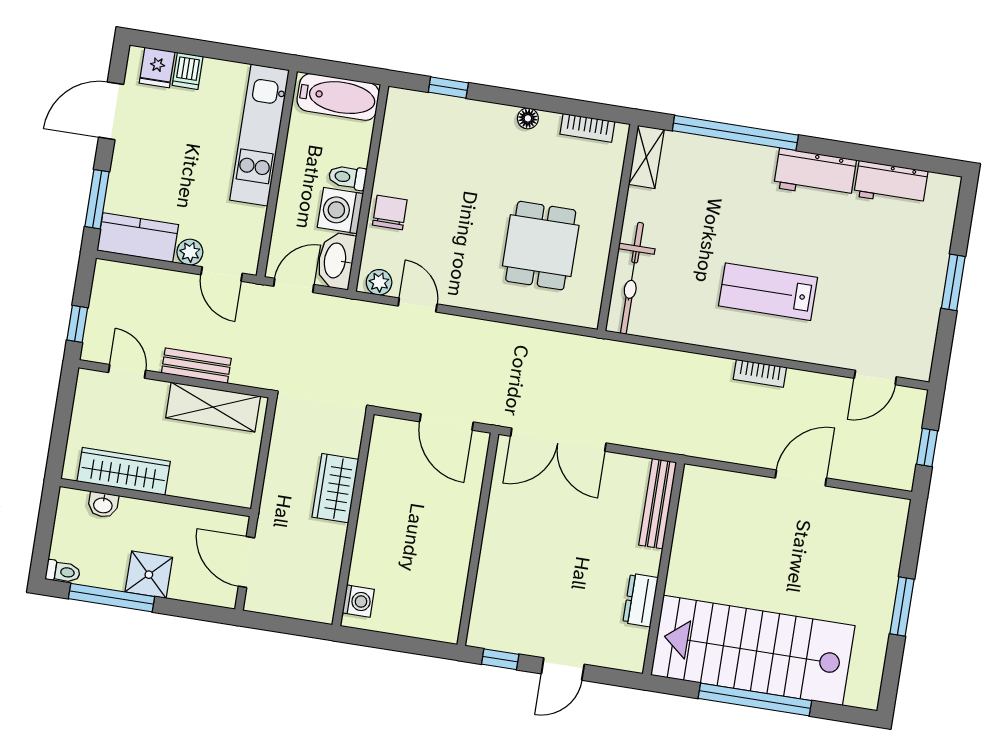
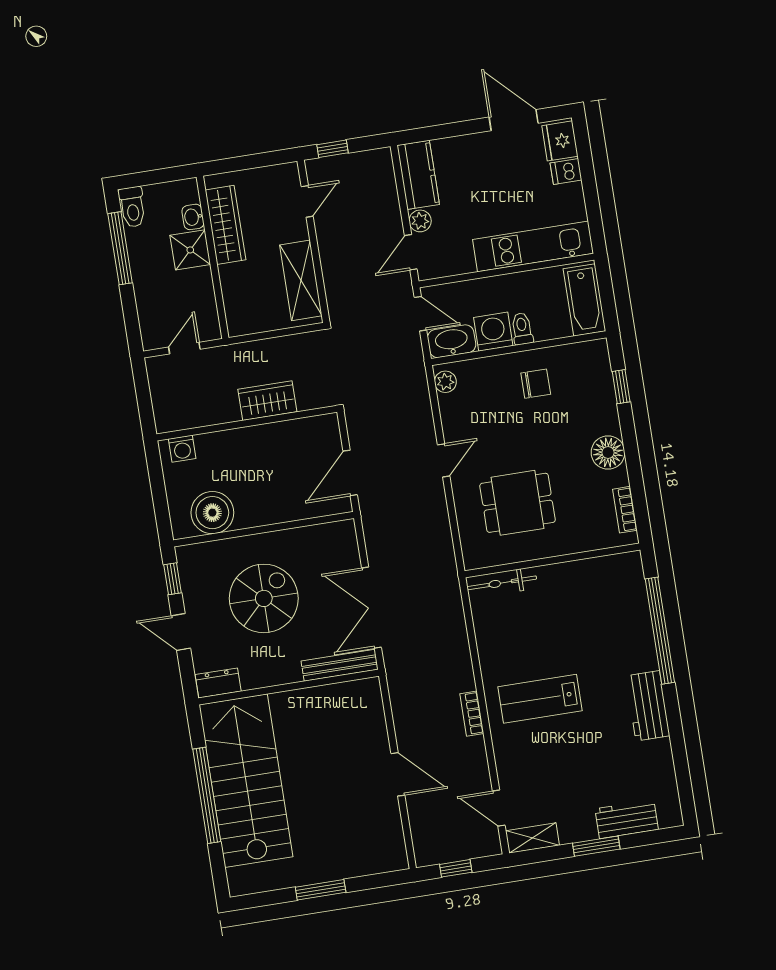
fridge: (157, 68) -> (560, 141), width x1.38
floor lamp: (528, 118) -> (608, 453), width x1.89, depth x1.89
shelving: (646, 157) -> (532, 838), moved
workbench: (891, 184) -> (627, 819), moved, turned 90
window: (97, 199) -> (438, 132), removed
chair: (390, 212) -> (536, 384), moved
bicycle: (632, 278) -> (502, 583), width x0.73, depth x0.71
lab bench: (768, 292) -> (540, 699), turned -90
door: (418, 305) -> (444, 460), moved
bench: (196, 366) -> (330, 256), removed
double door: (558, 440) -> (371, 608), moved
door: (246, 562) -> (184, 348), width x0.73
spiral stairs: (555, 564) -> (264, 598), added
toilet: (63, 572) -> (132, 207), width x1.37, depth x1.39
shower: (149, 575) -> (190, 250), moved
boiler: (441, 590) -> (212, 513), added
dresser: (641, 600) -> (218, 683), moved

